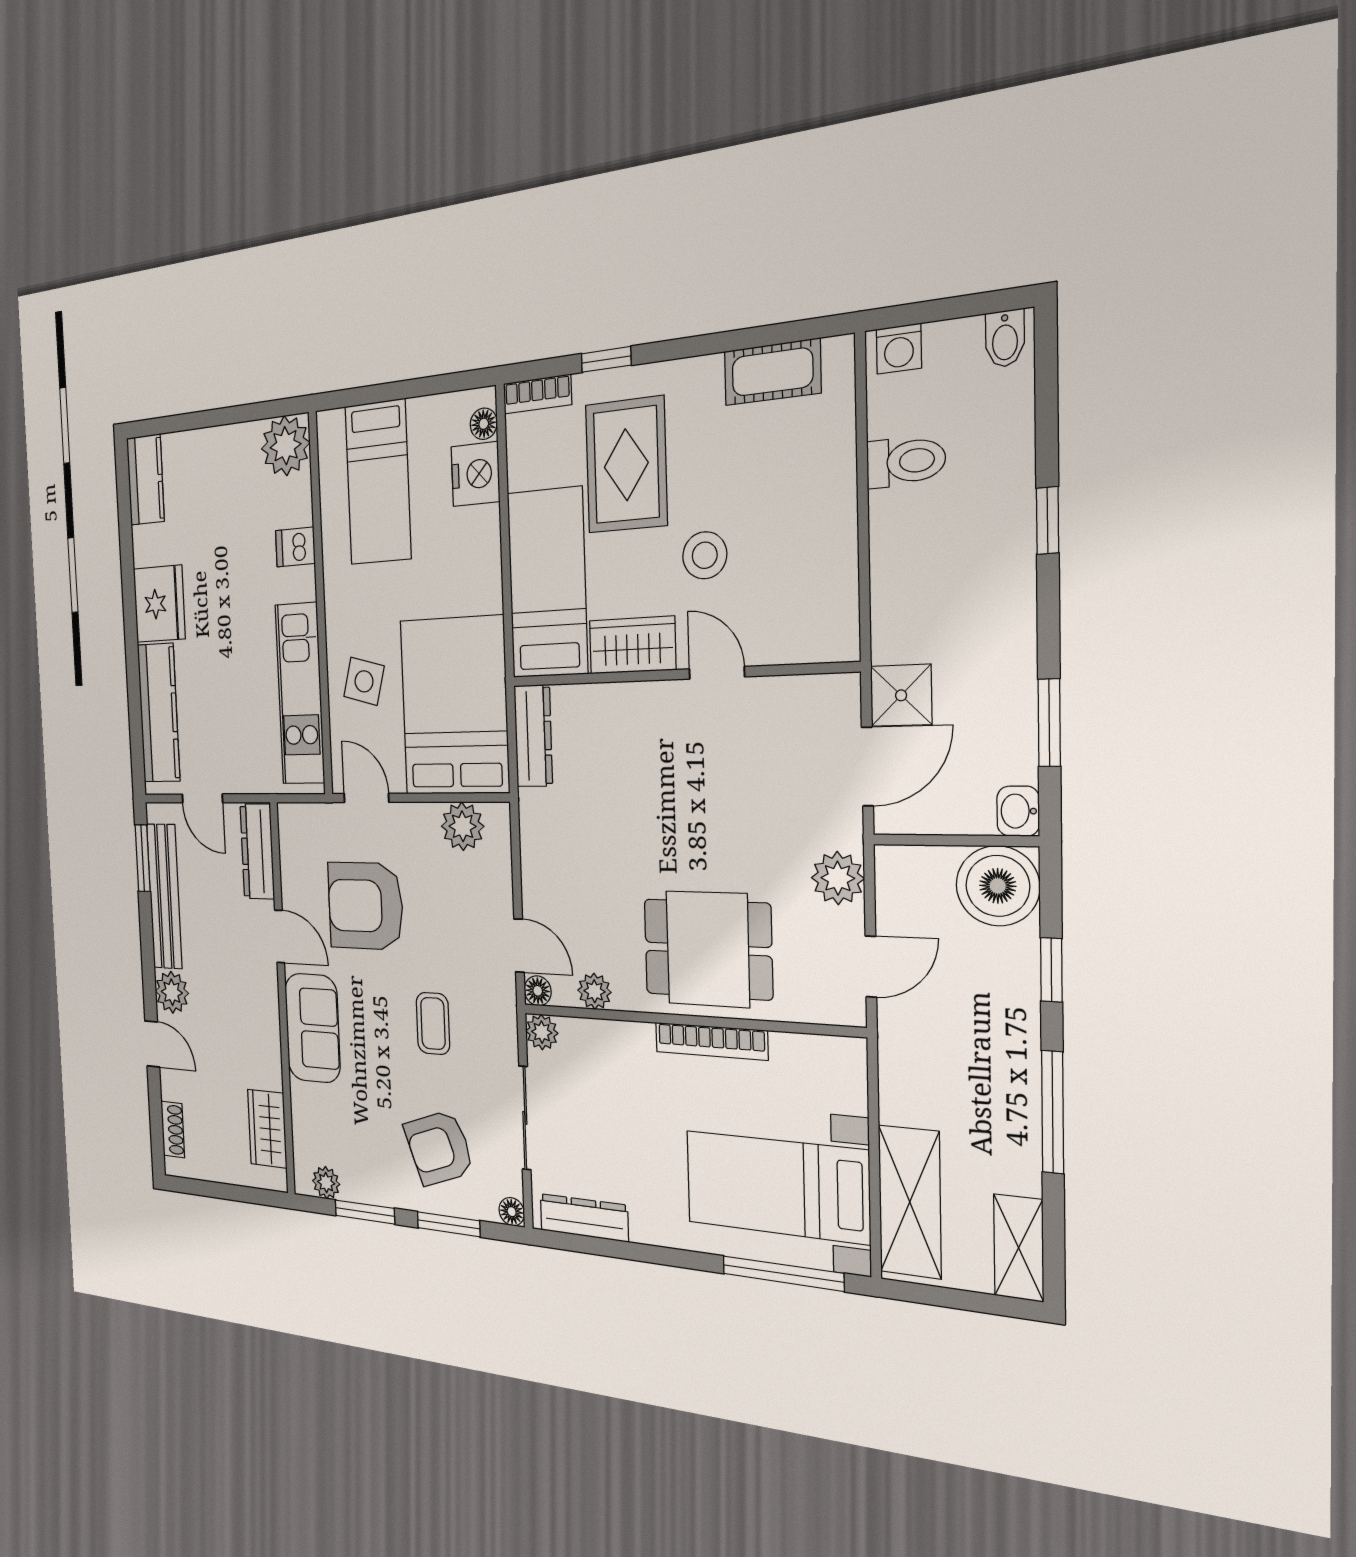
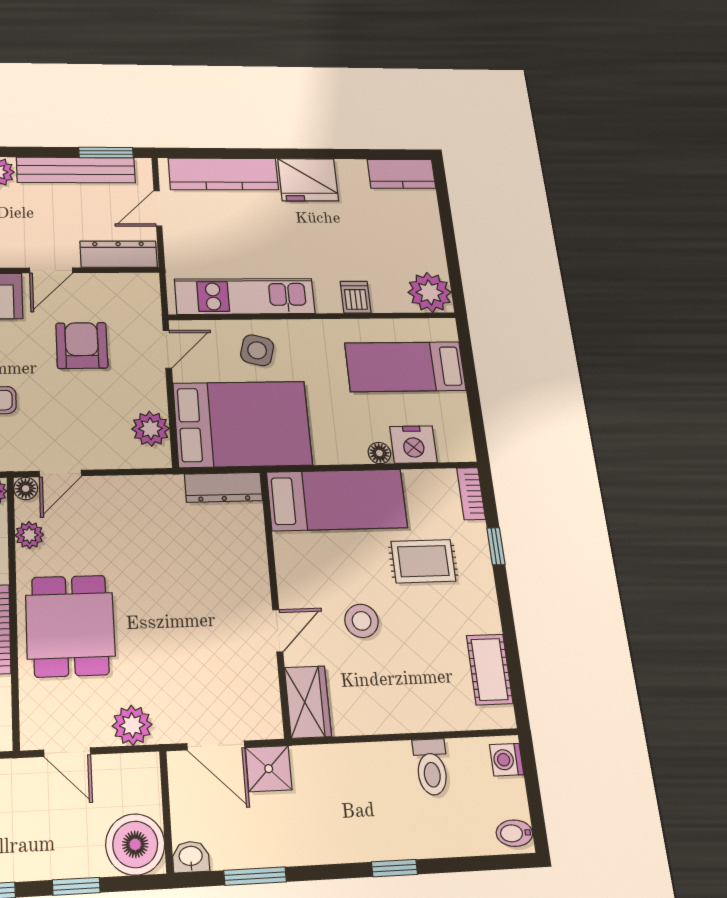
floor lamp: (484, 424) -> (379, 453), moved
rug: (626, 465) -> (423, 561), width x0.73, depth x0.70
wardrobe: (632, 645) -> (308, 702), moved
armchair: (365, 906) -> (82, 346), width x0.73, depth x0.73

